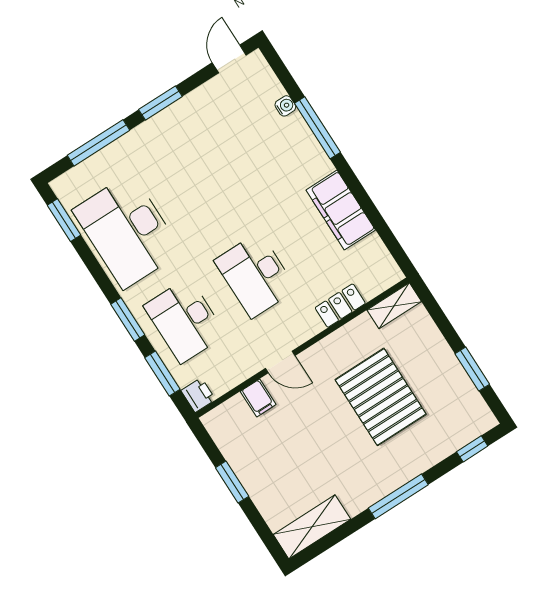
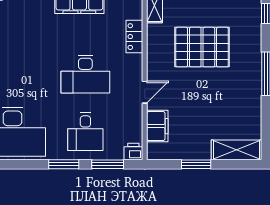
desk: (185, 320) -> (85, 132), width x0.73
filing cabinet: (258, 398) -> (157, 126), width x2.00
shelving: (312, 527) -> (236, 150), moved, turned 90

